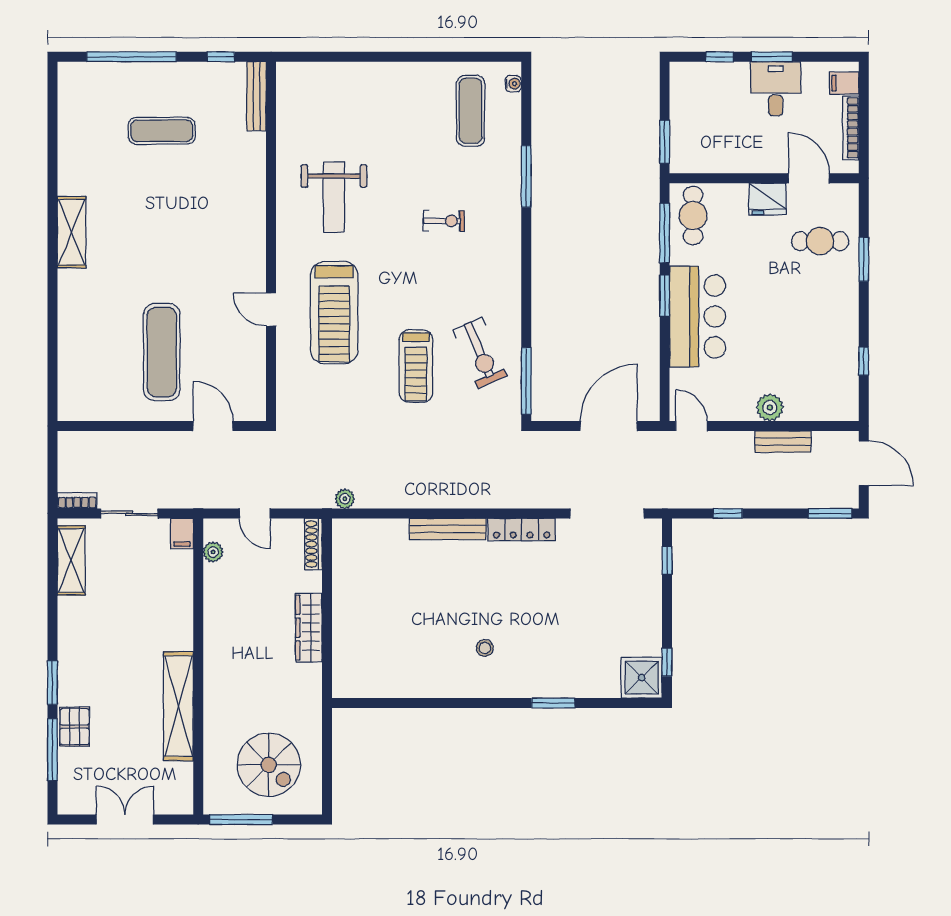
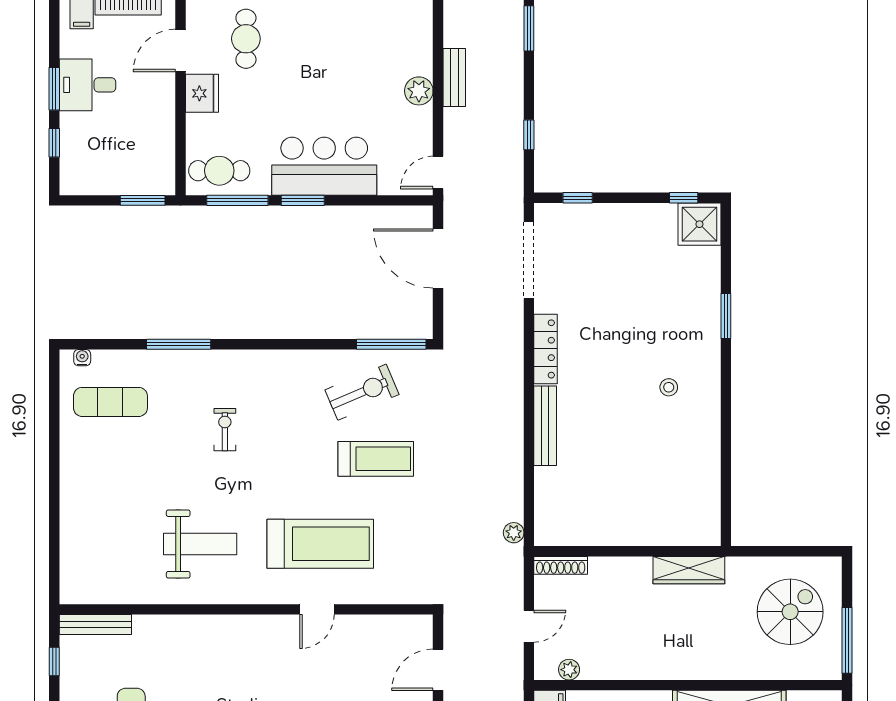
wardrobe: (309, 628) -> (689, 570), moved

